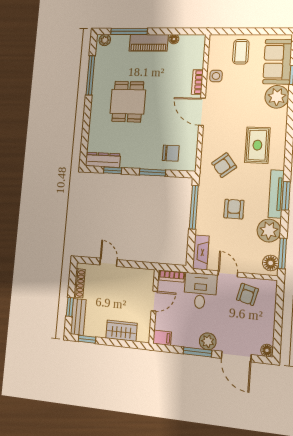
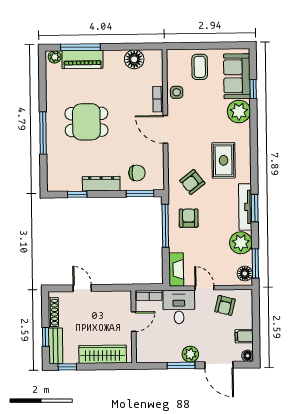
floor lamp: (174, 39) -> (134, 59), width x1.89, depth x1.89
piano: (149, 43) -> (82, 59), moved
window: (90, 75) -> (43, 133), moved
dining table: (128, 102) -> (86, 122), turned 90
dresser: (103, 160) -> (101, 184), moved
window: (152, 172) -> (140, 193), moved
armchair: (234, 209) -> (189, 218), moved
wardrobe: (121, 331) -> (103, 354), width x1.50
filing cabinet: (162, 338) -> (244, 336), moved, turned 180

